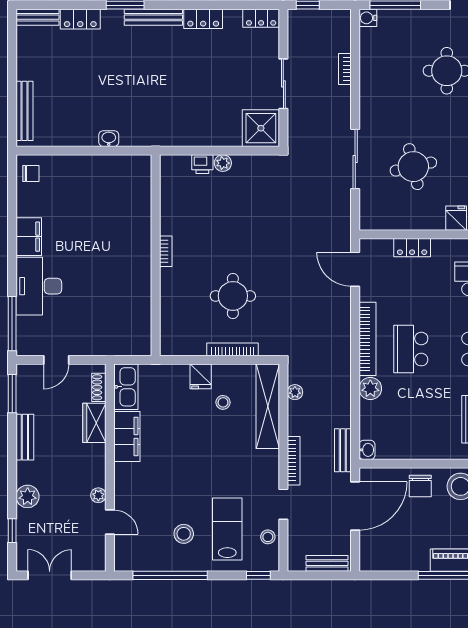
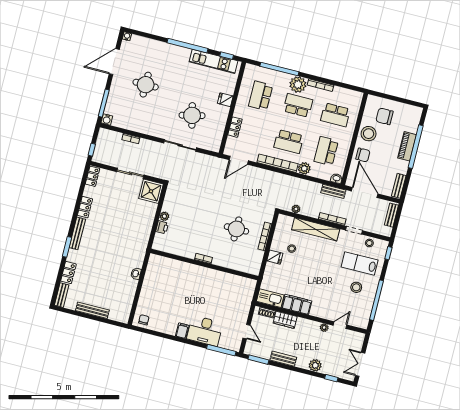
bench: (24, 111) -> (92, 310), moved
filing cabinet: (29, 237) -> (182, 331), width x0.50
shelving: (268, 406) -> (316, 229), moved
school desk: (411, 419) -> (326, 151), added
bench: (382, 563) -> (399, 186), added

